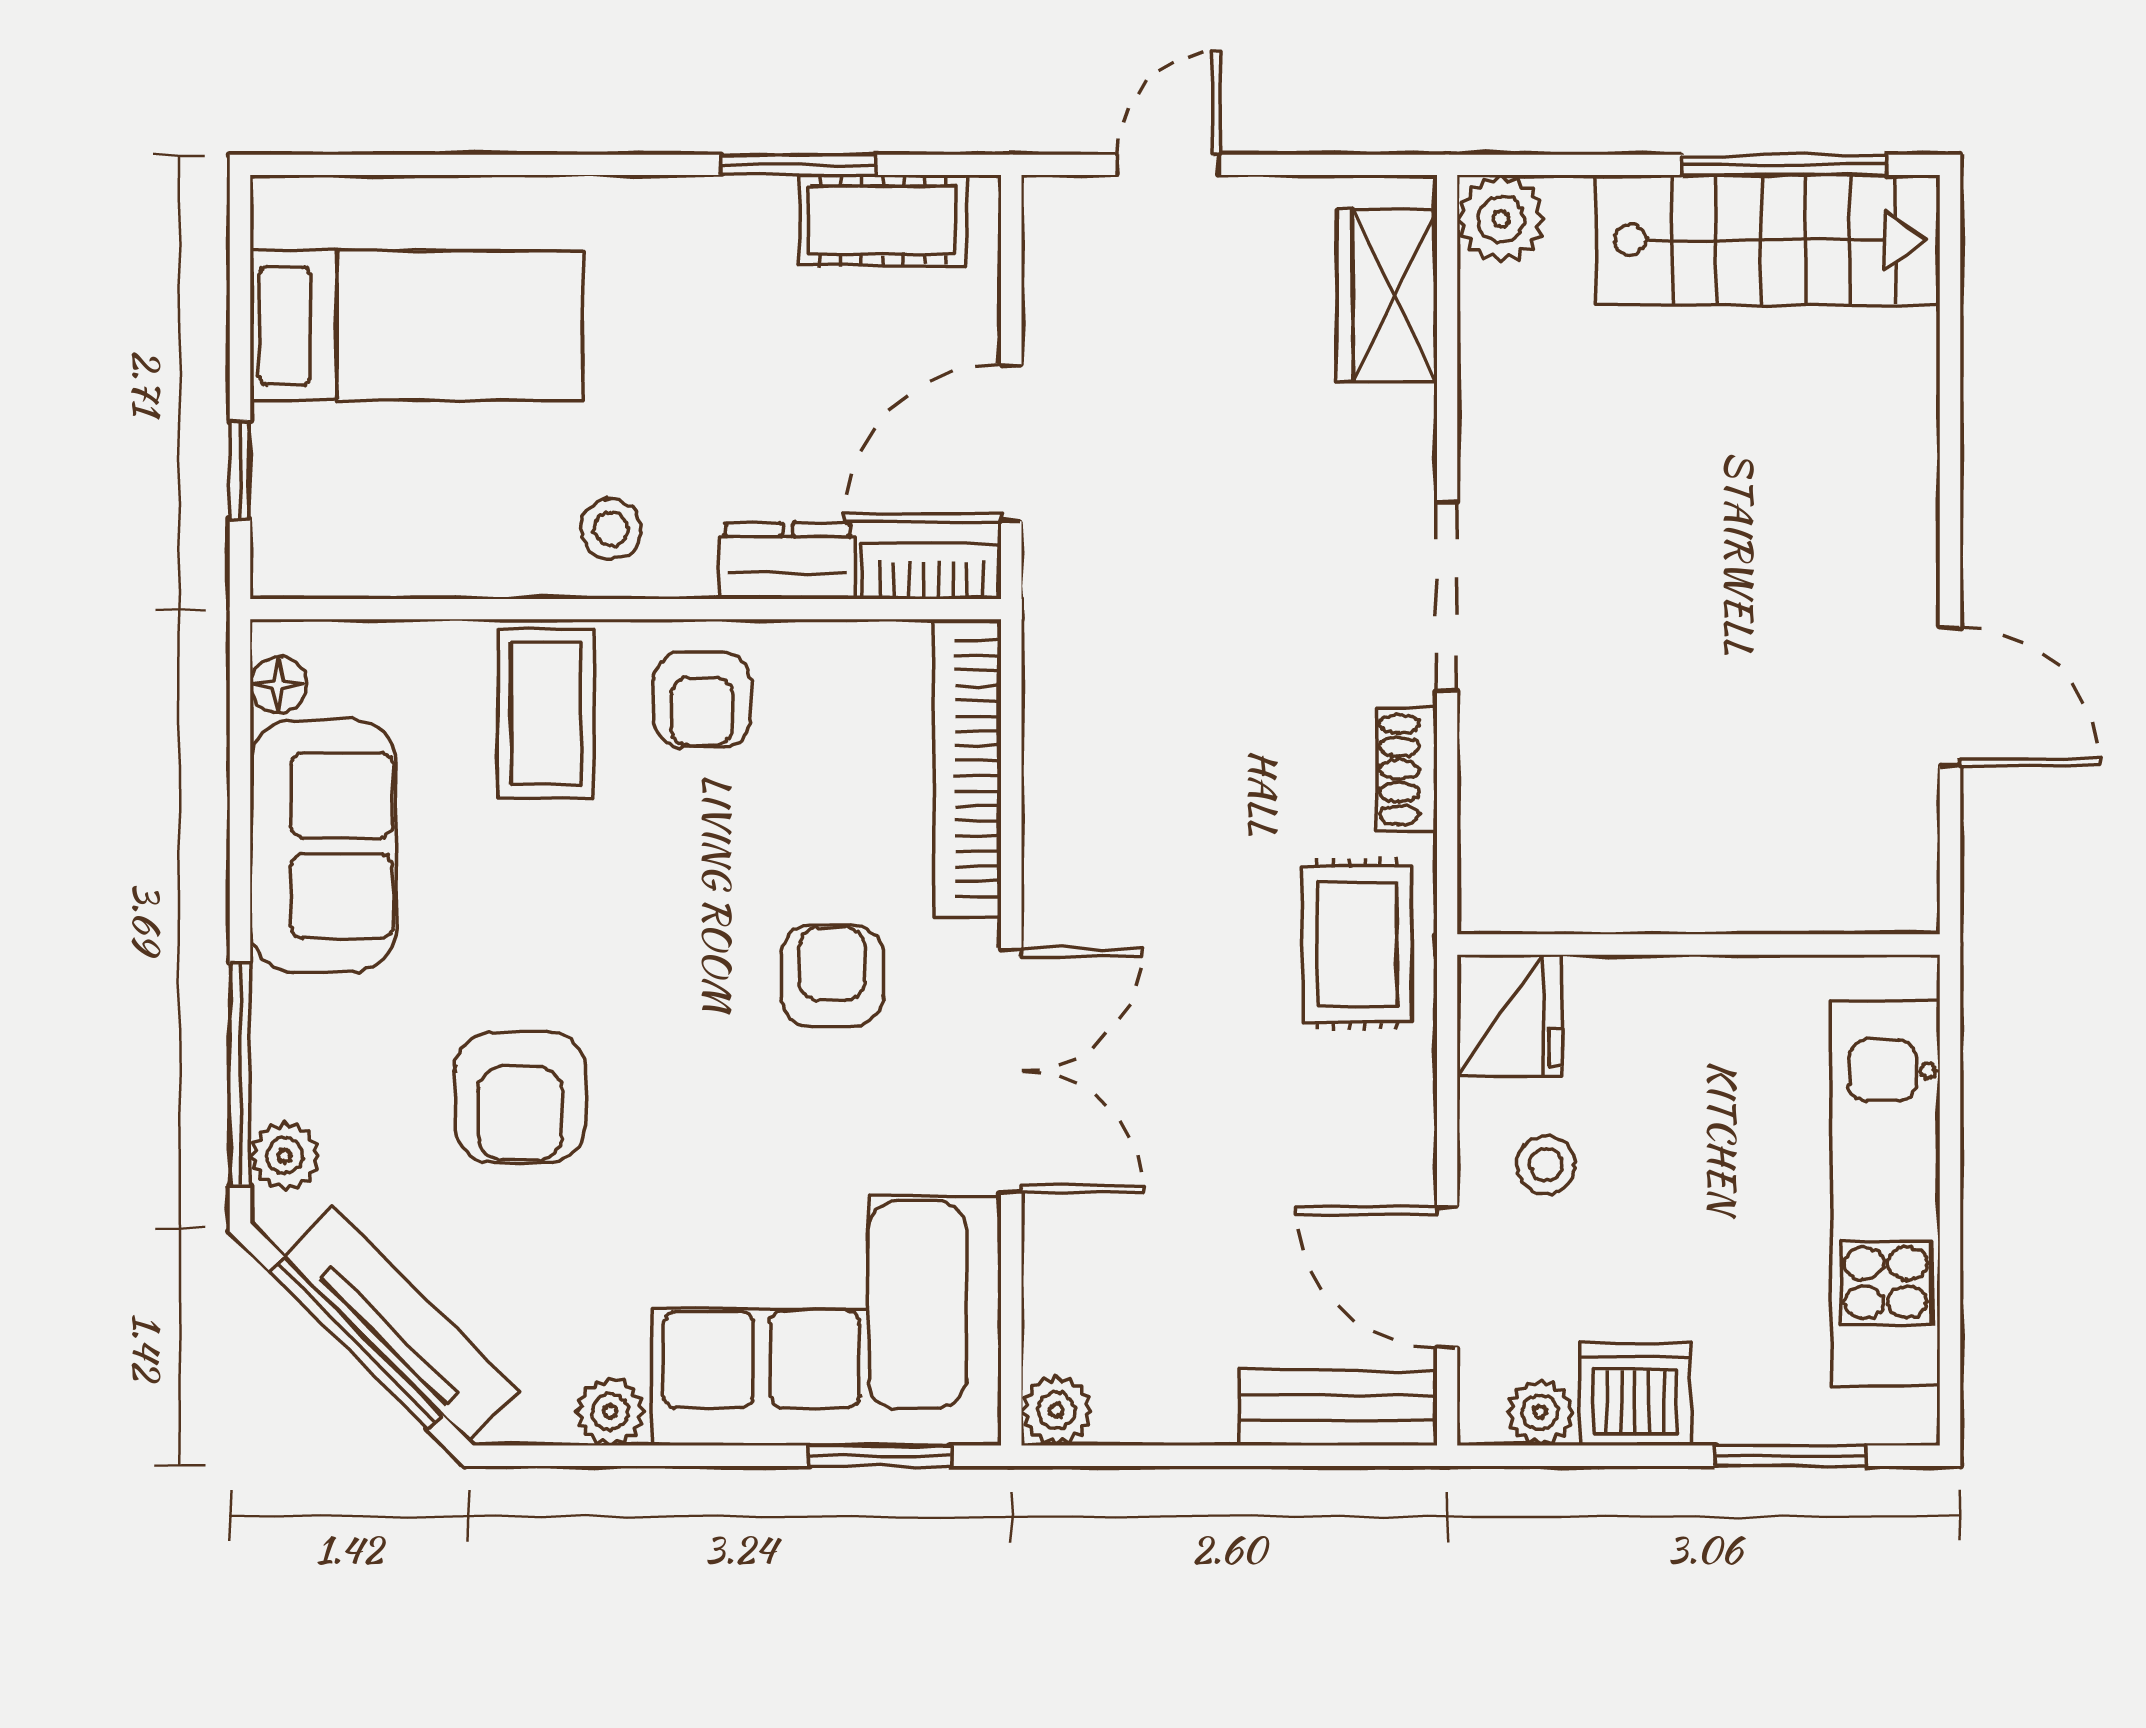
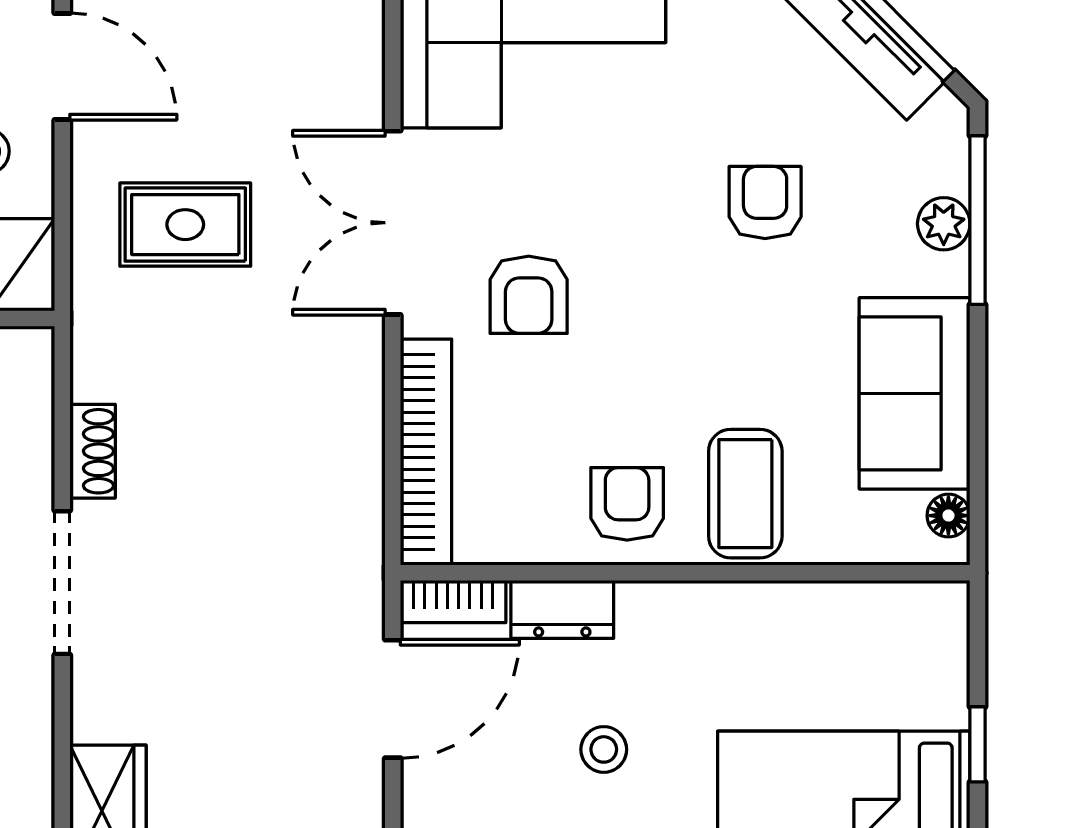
window: (240, 470) -> (977, 744), moved
stool: (611, 529) -> (604, 749), moved
rug: (1357, 944) -> (185, 225), moved, turned 90
armchair: (520, 1097) -> (765, 203), width x0.72, depth x0.72
plant: (285, 1156) -> (944, 224), moved

